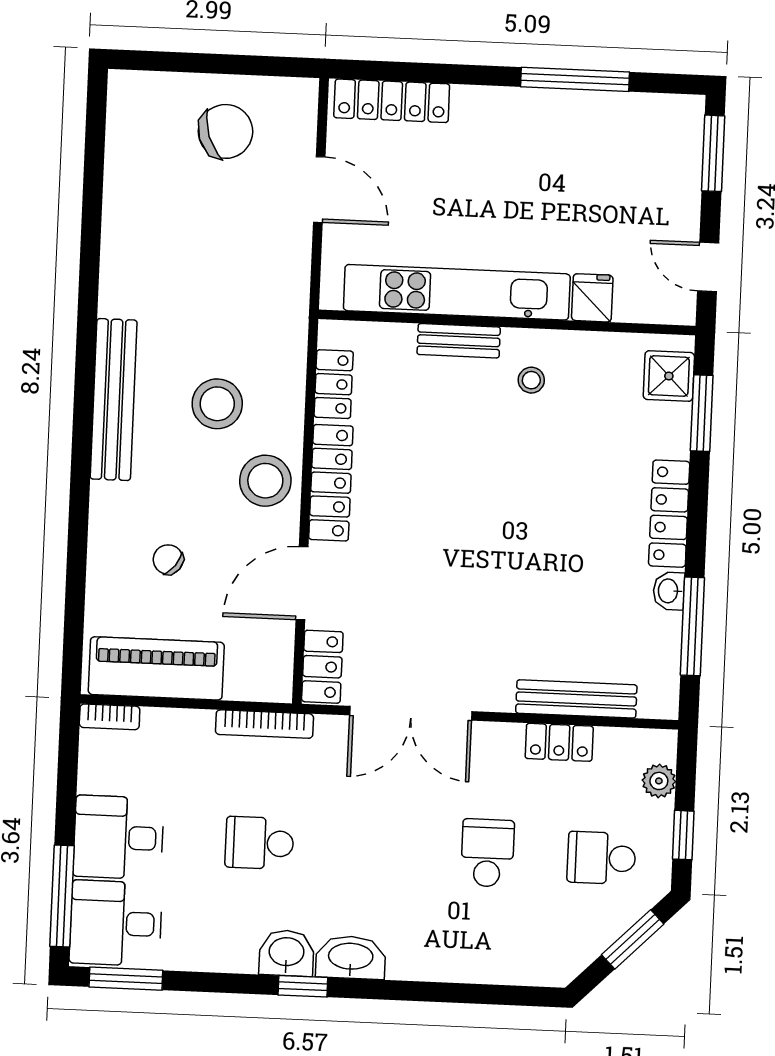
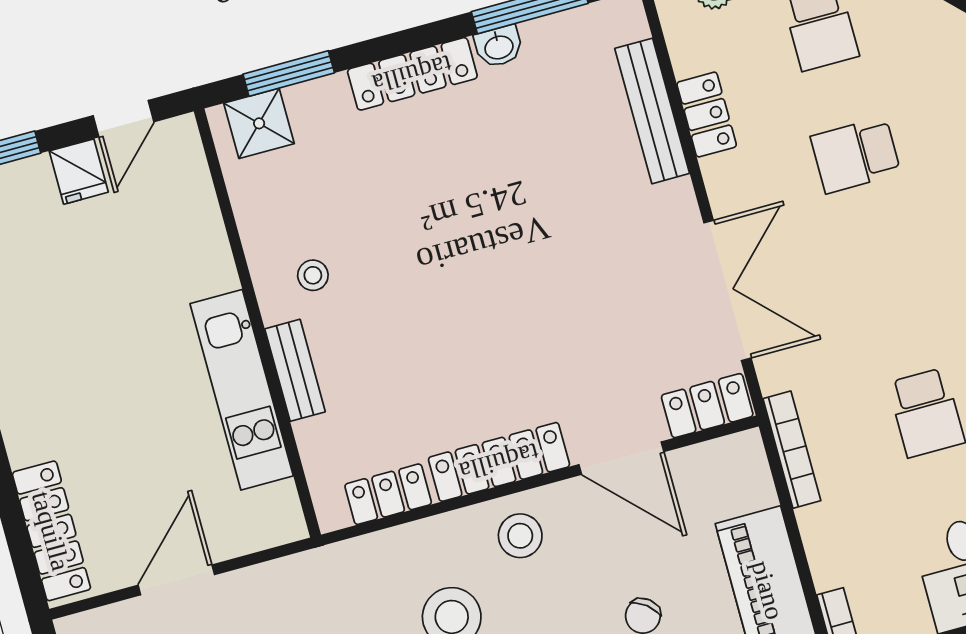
kitchen unit: (457, 292) -> (242, 390), width x0.73
fridge: (592, 298) -> (79, 172), moved, turned -90
stool: (265, 481) -> (520, 536), width x0.73, depth x0.73

